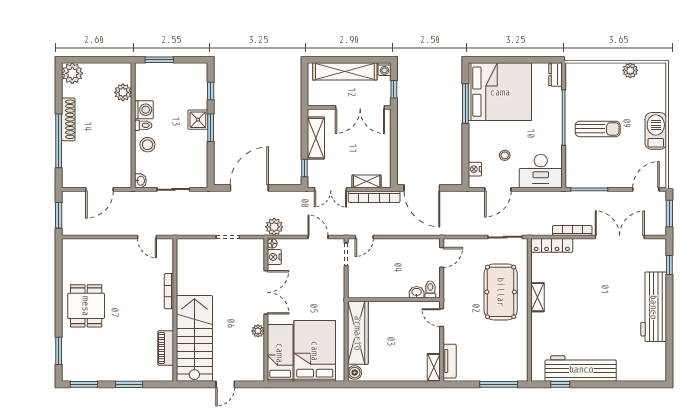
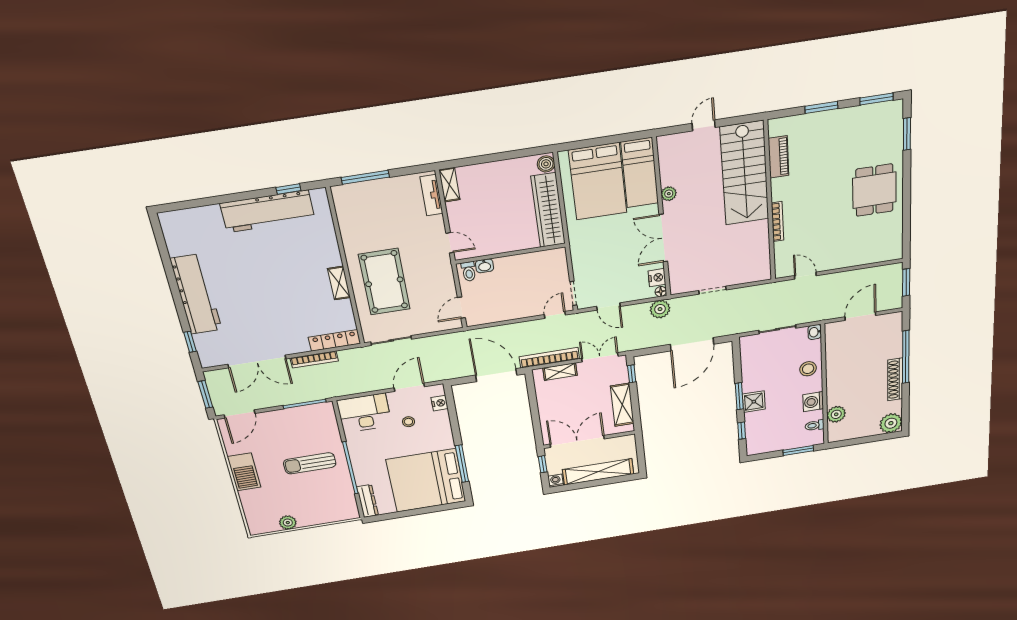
dresser: (556, 75) -> (368, 501), width x1.44
toilet: (143, 125) -> (815, 425), moved

